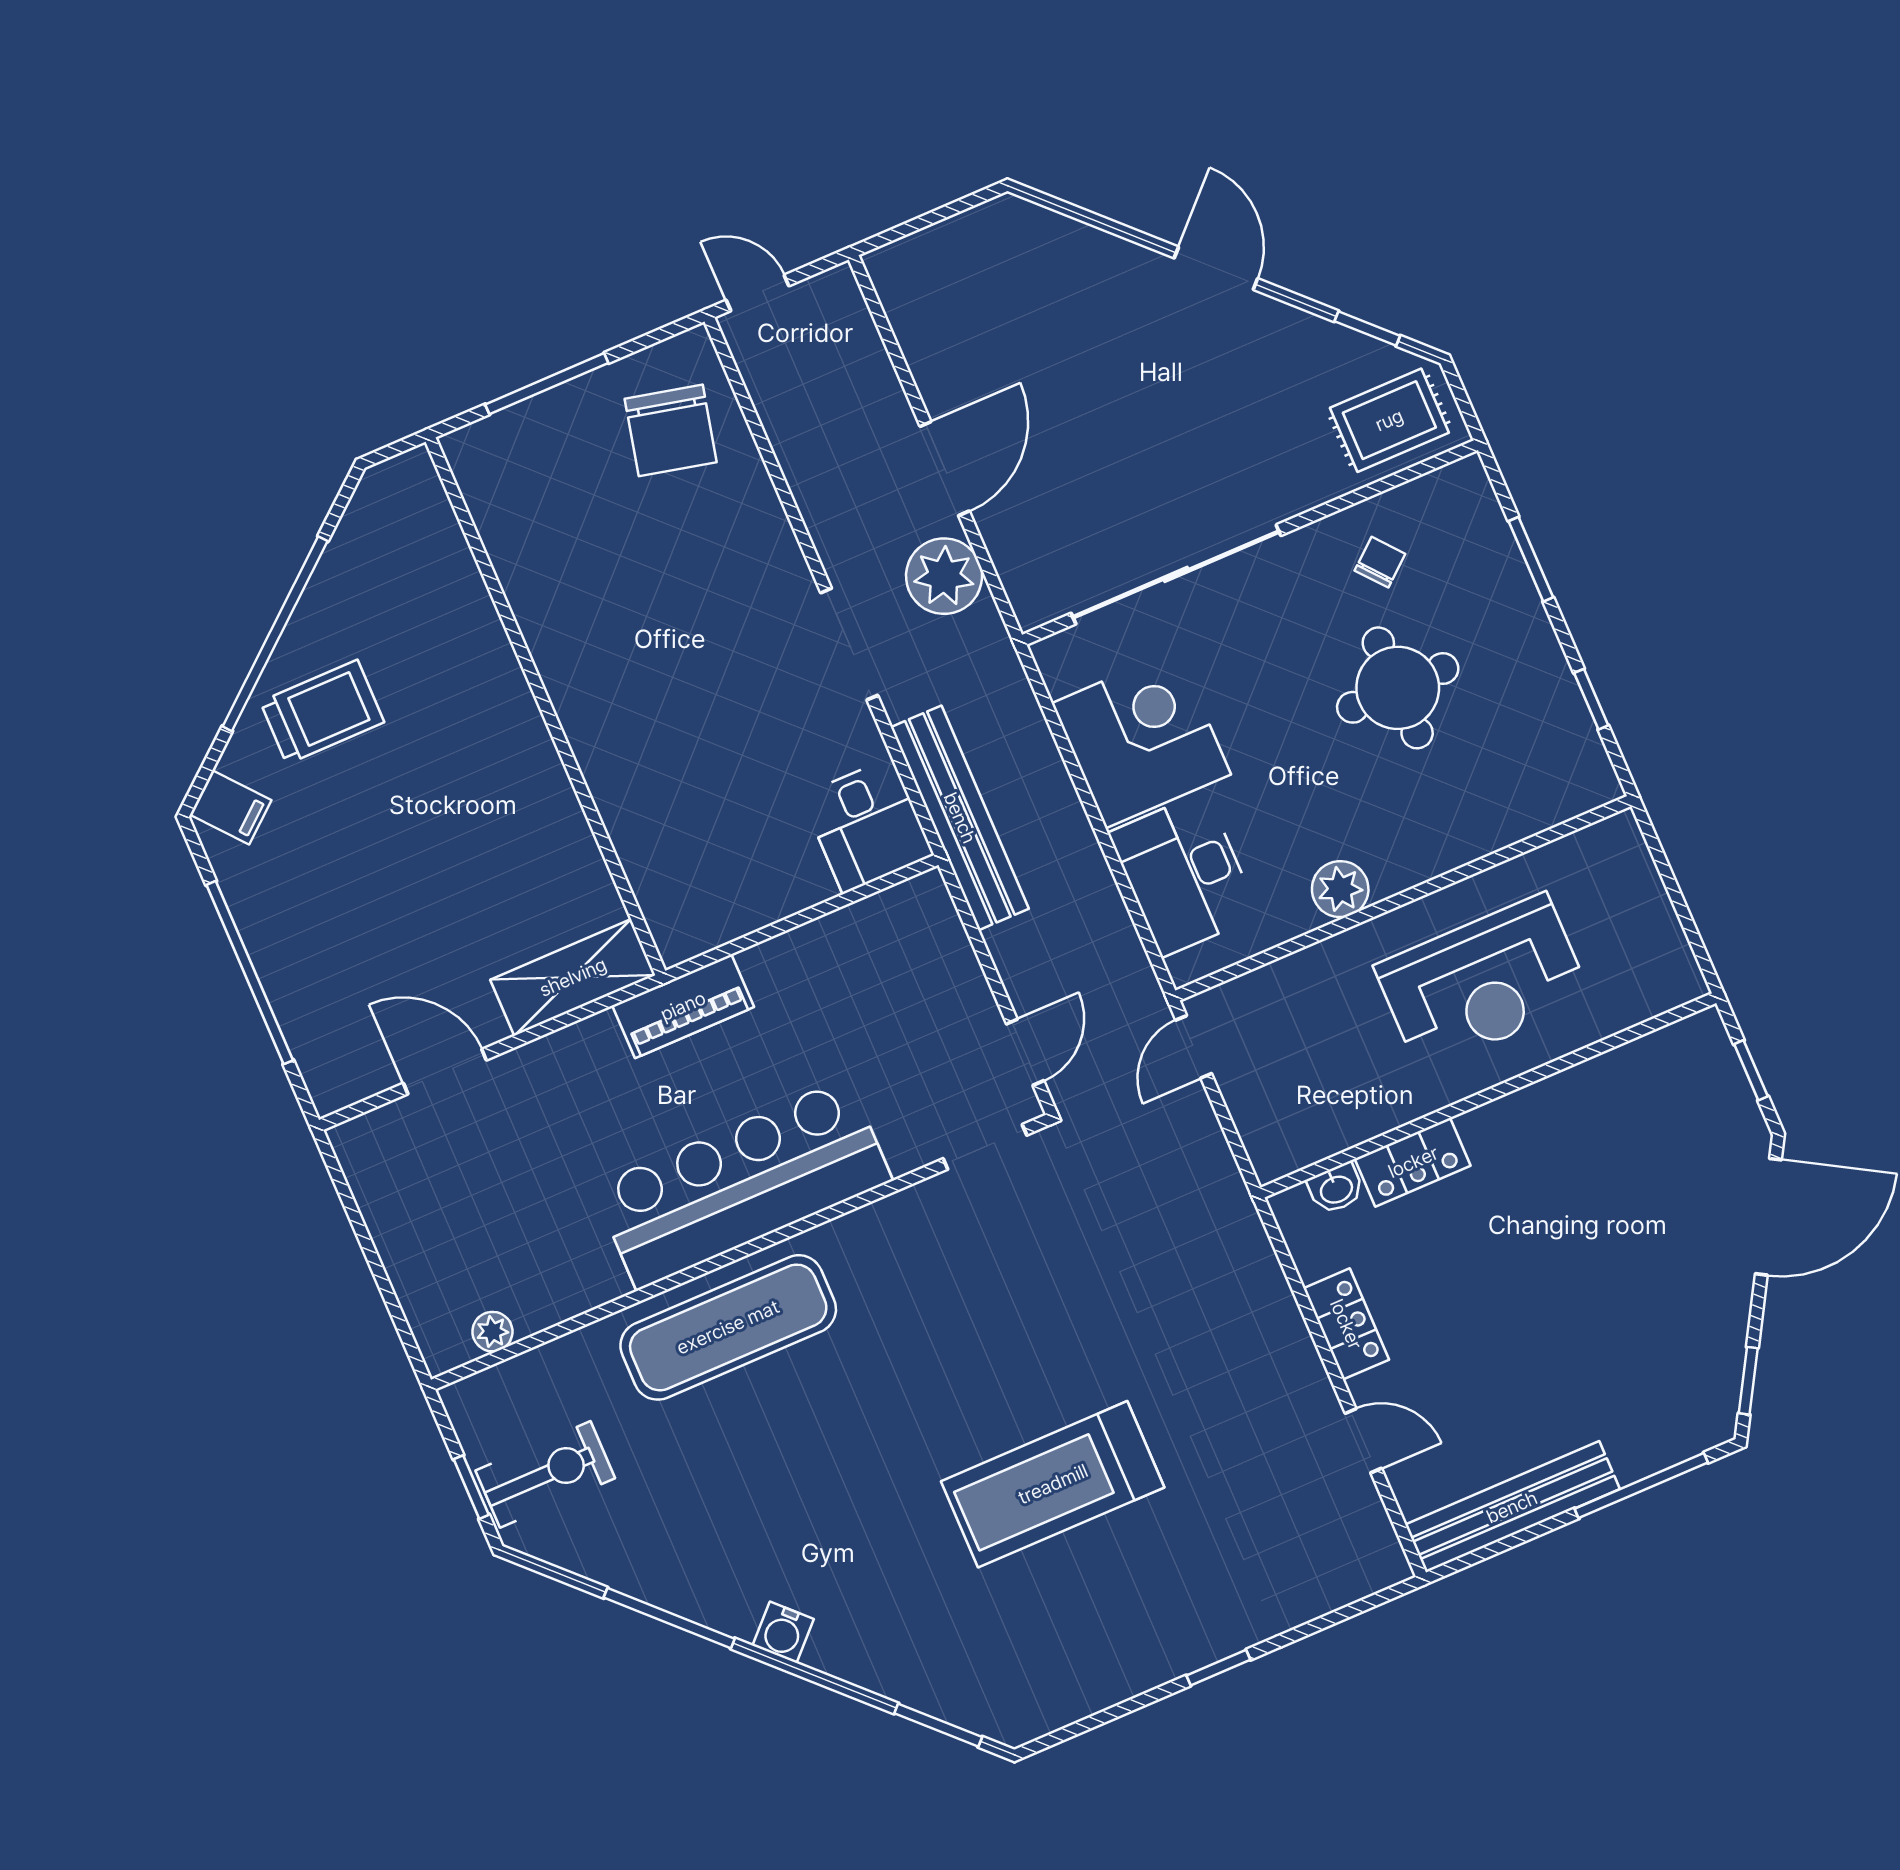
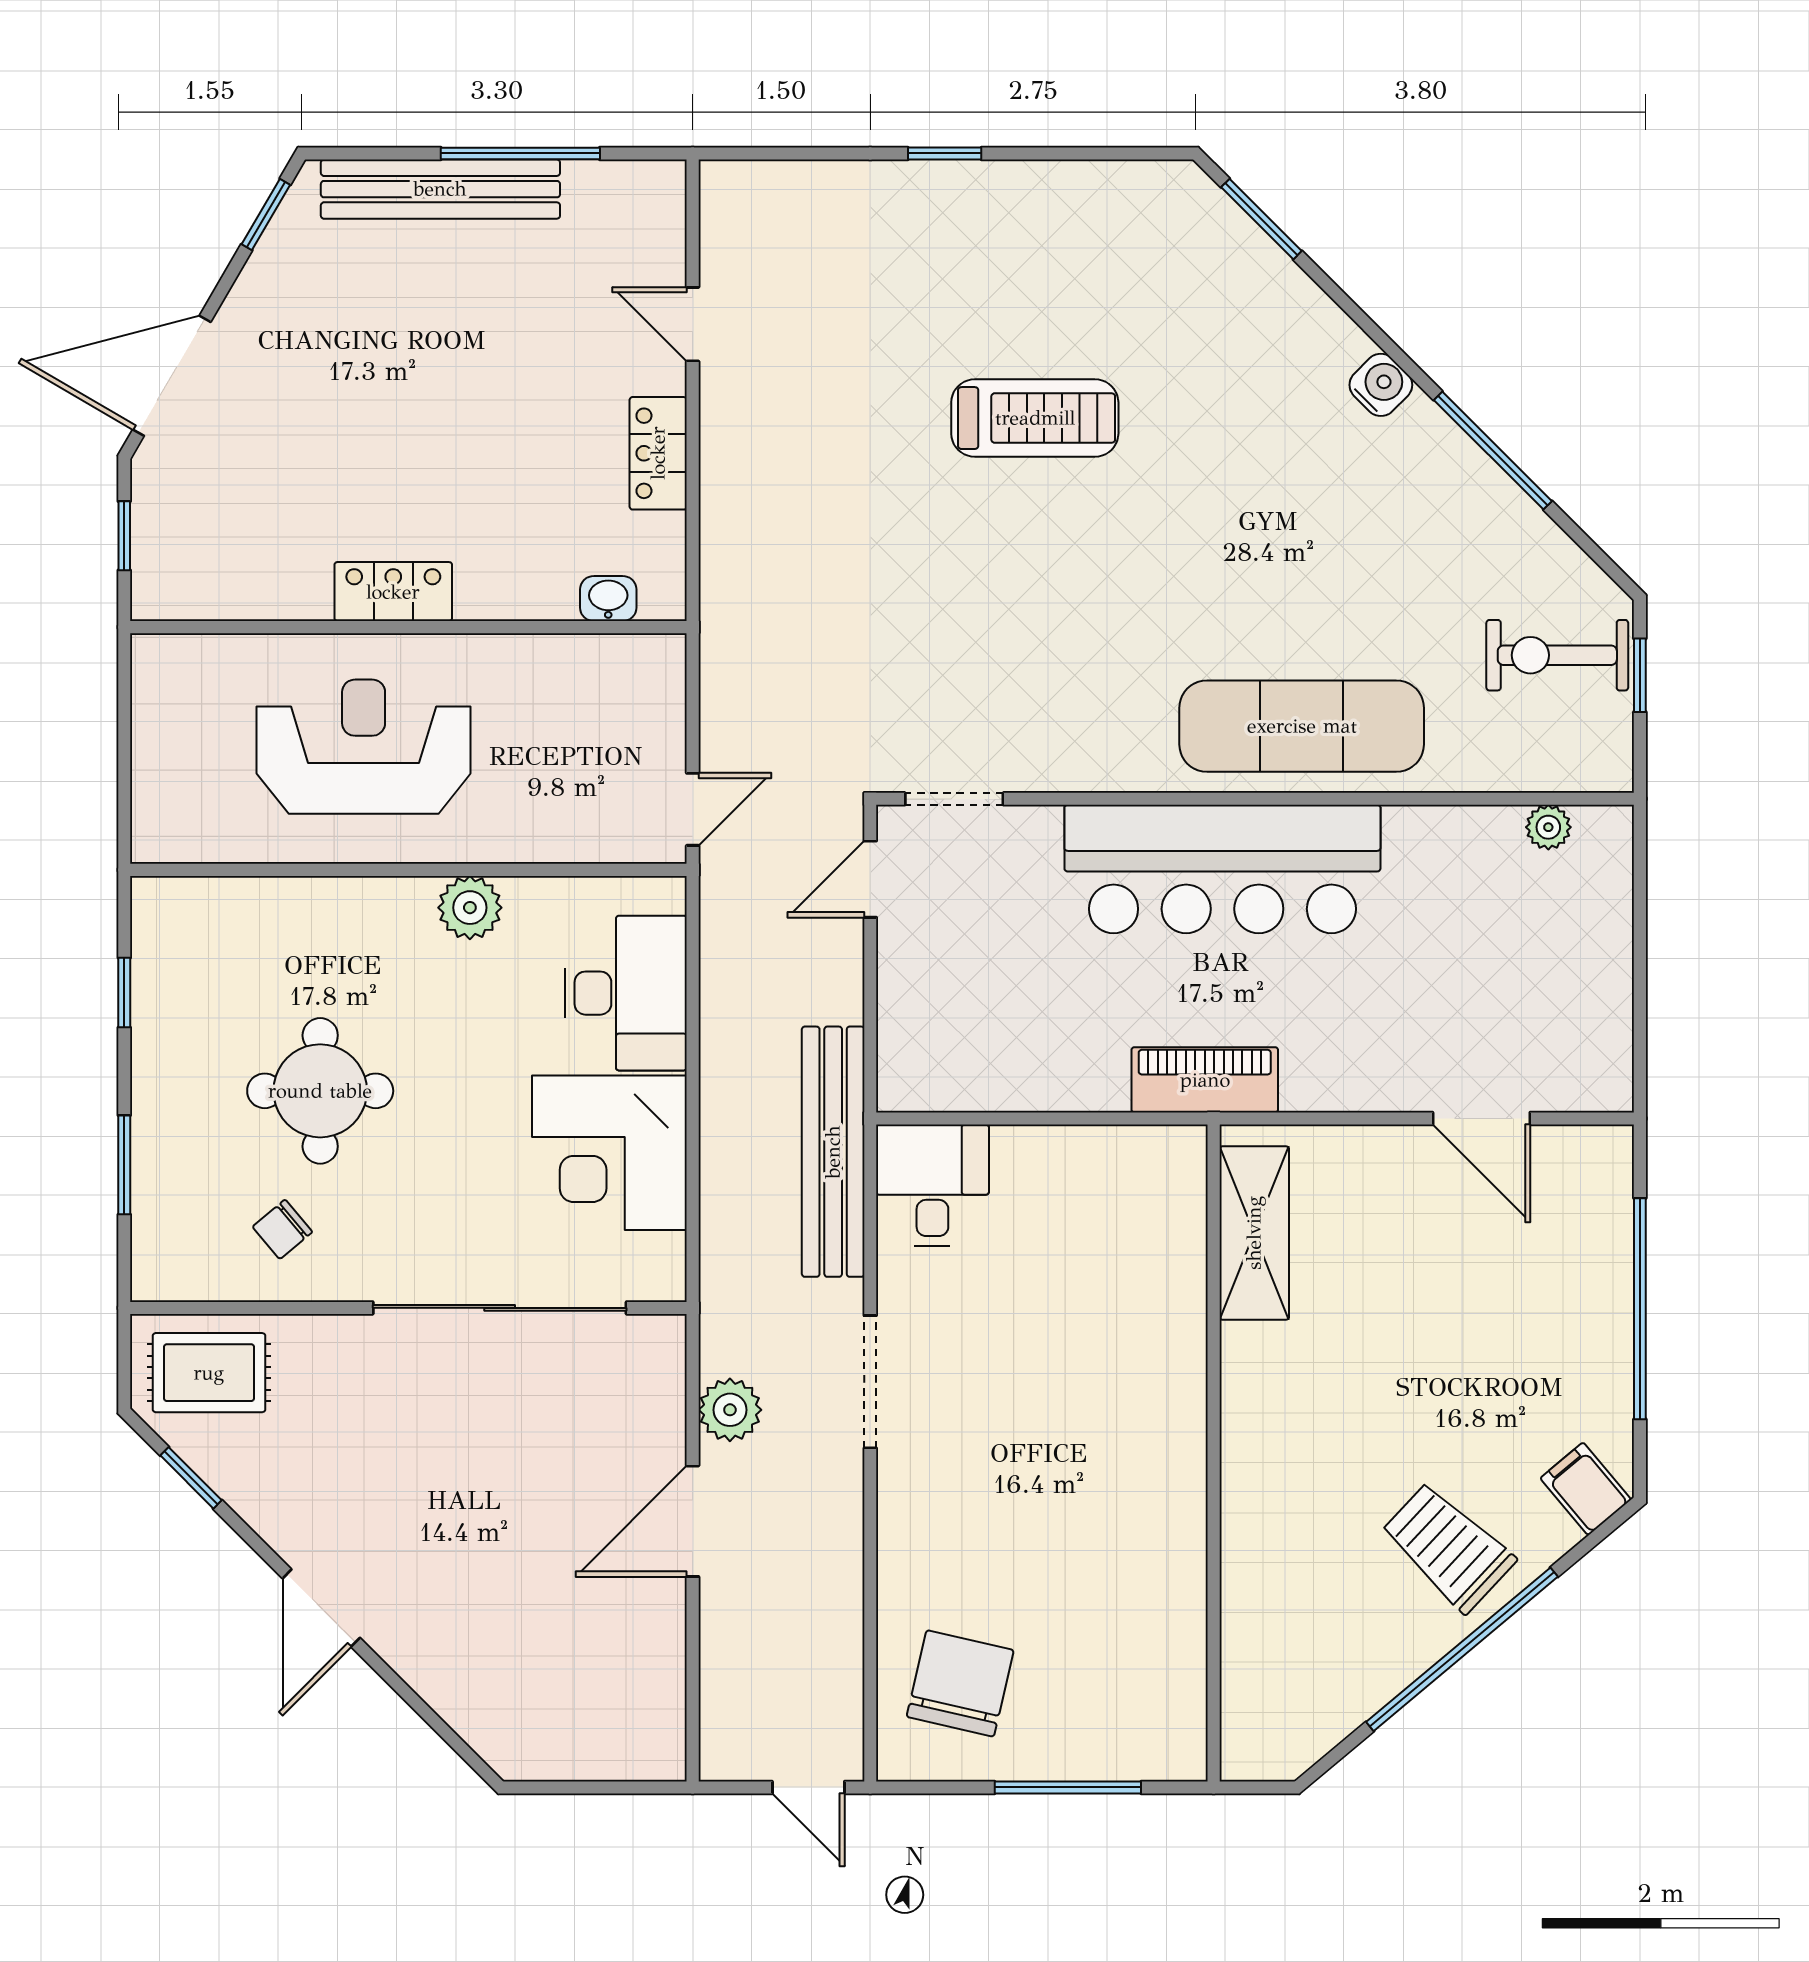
plant: (944, 576) -> (730, 1410), width x0.73, depth x0.73
trolley: (322, 712) -> (1448, 1547), turned 43
shelving: (573, 977) -> (1254, 1233), moved, turned 90
locker: (1413, 1162) -> (393, 592), moved
treadmill: (1053, 1484) -> (1035, 418), width x0.73, depth x0.73
window: (1641, 1486) -> (520, 153), moved
bench: (1512, 1507) -> (440, 189), moved

